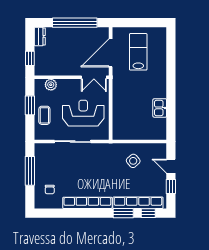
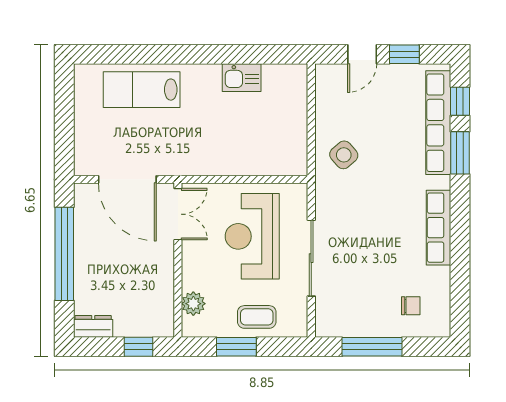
lab bench: (138, 52) -> (142, 90), moved
side table: (133, 161) -> (344, 155), moved
row of seats: (87, 203) -> (438, 228), width x0.73

